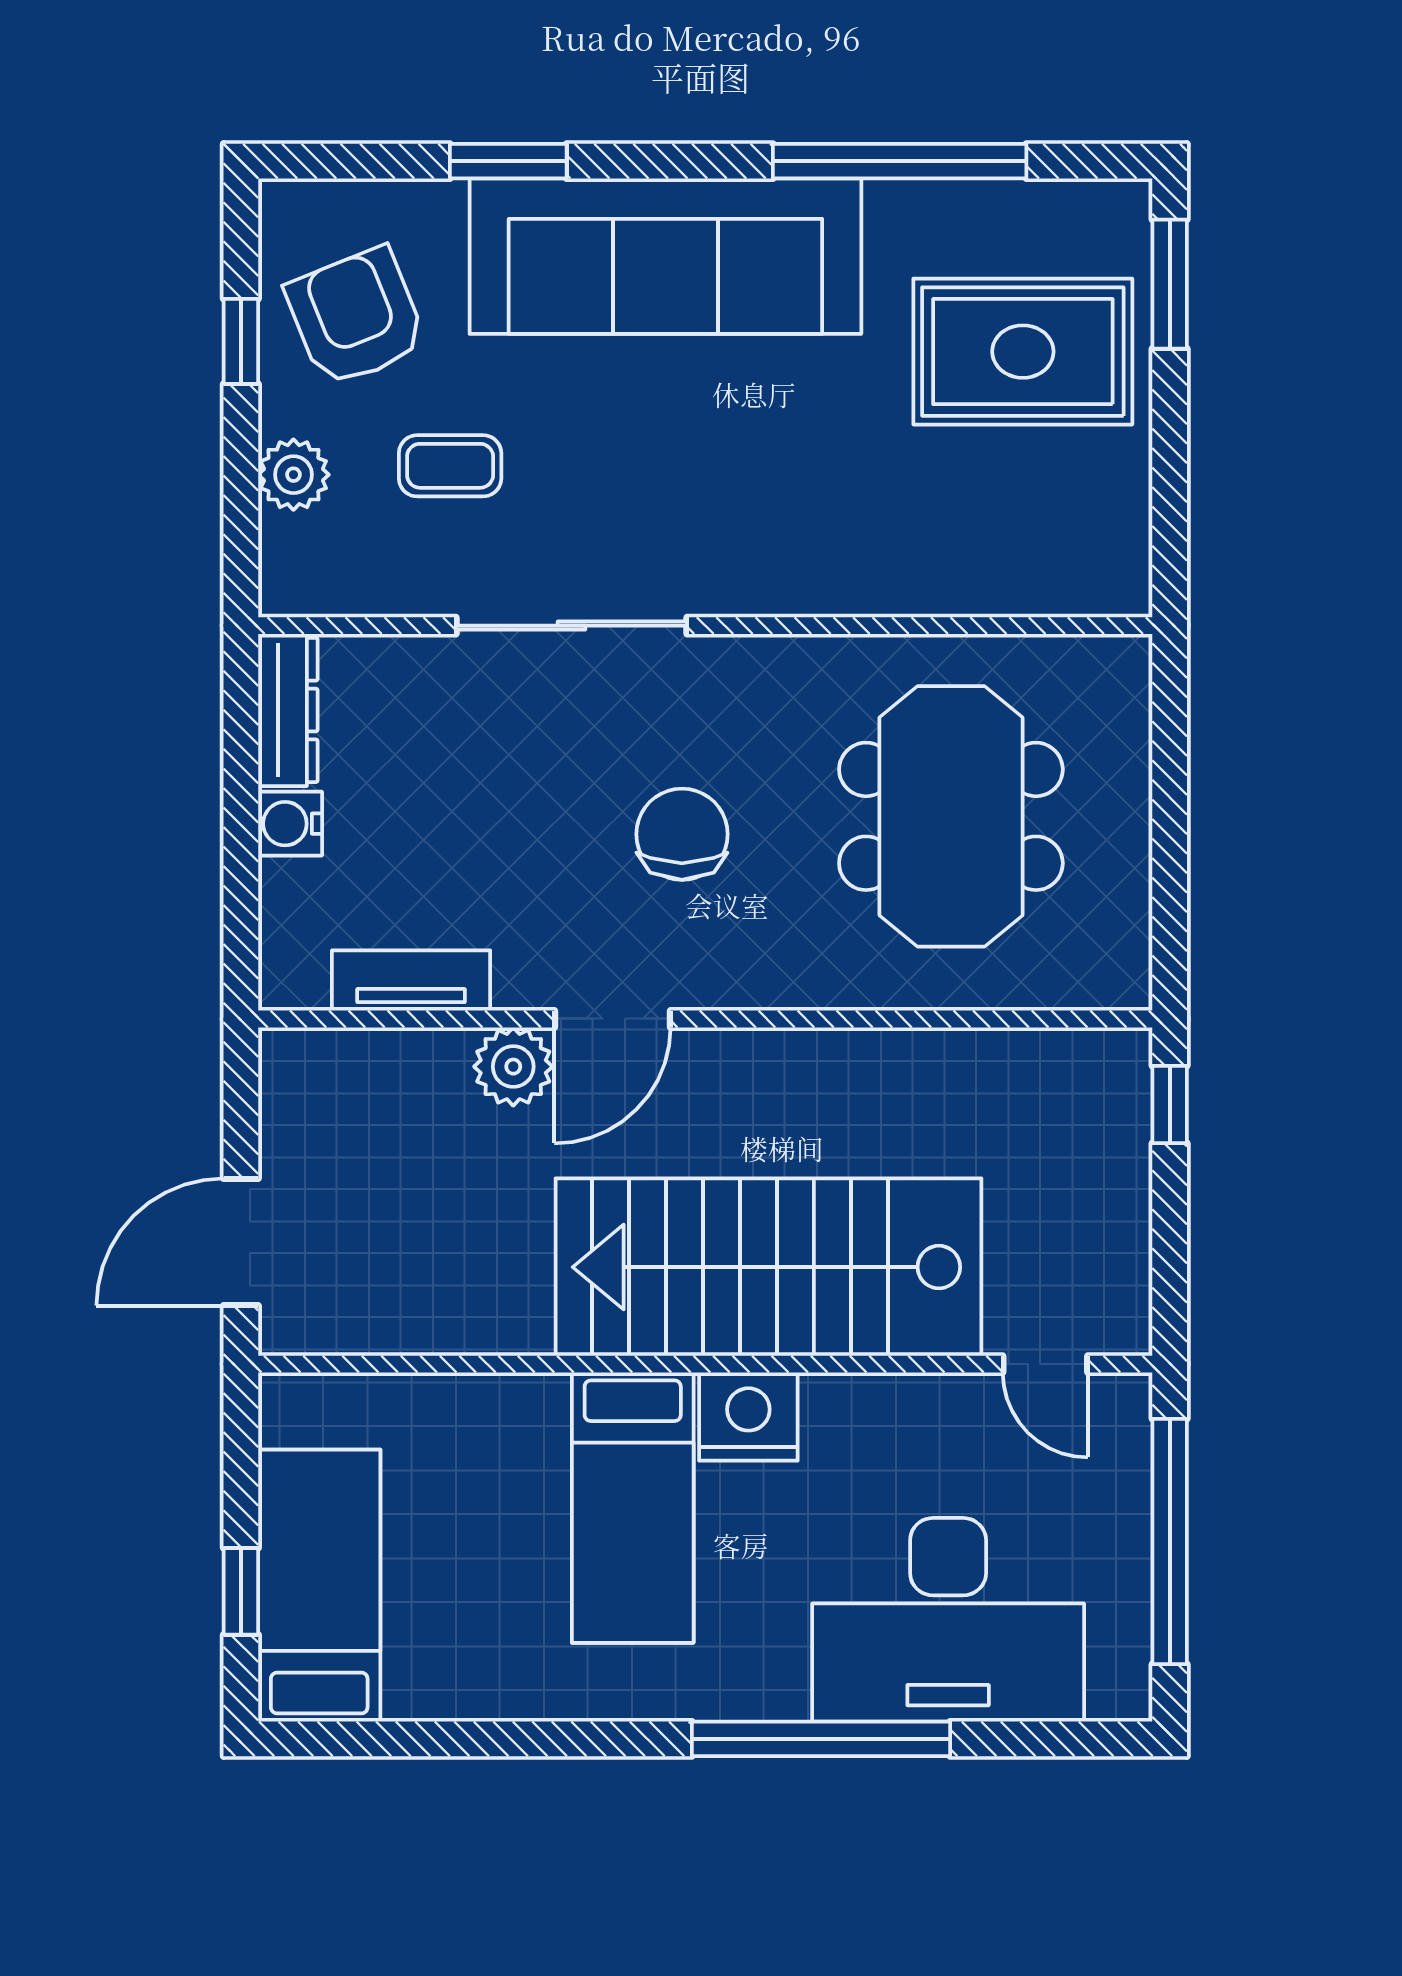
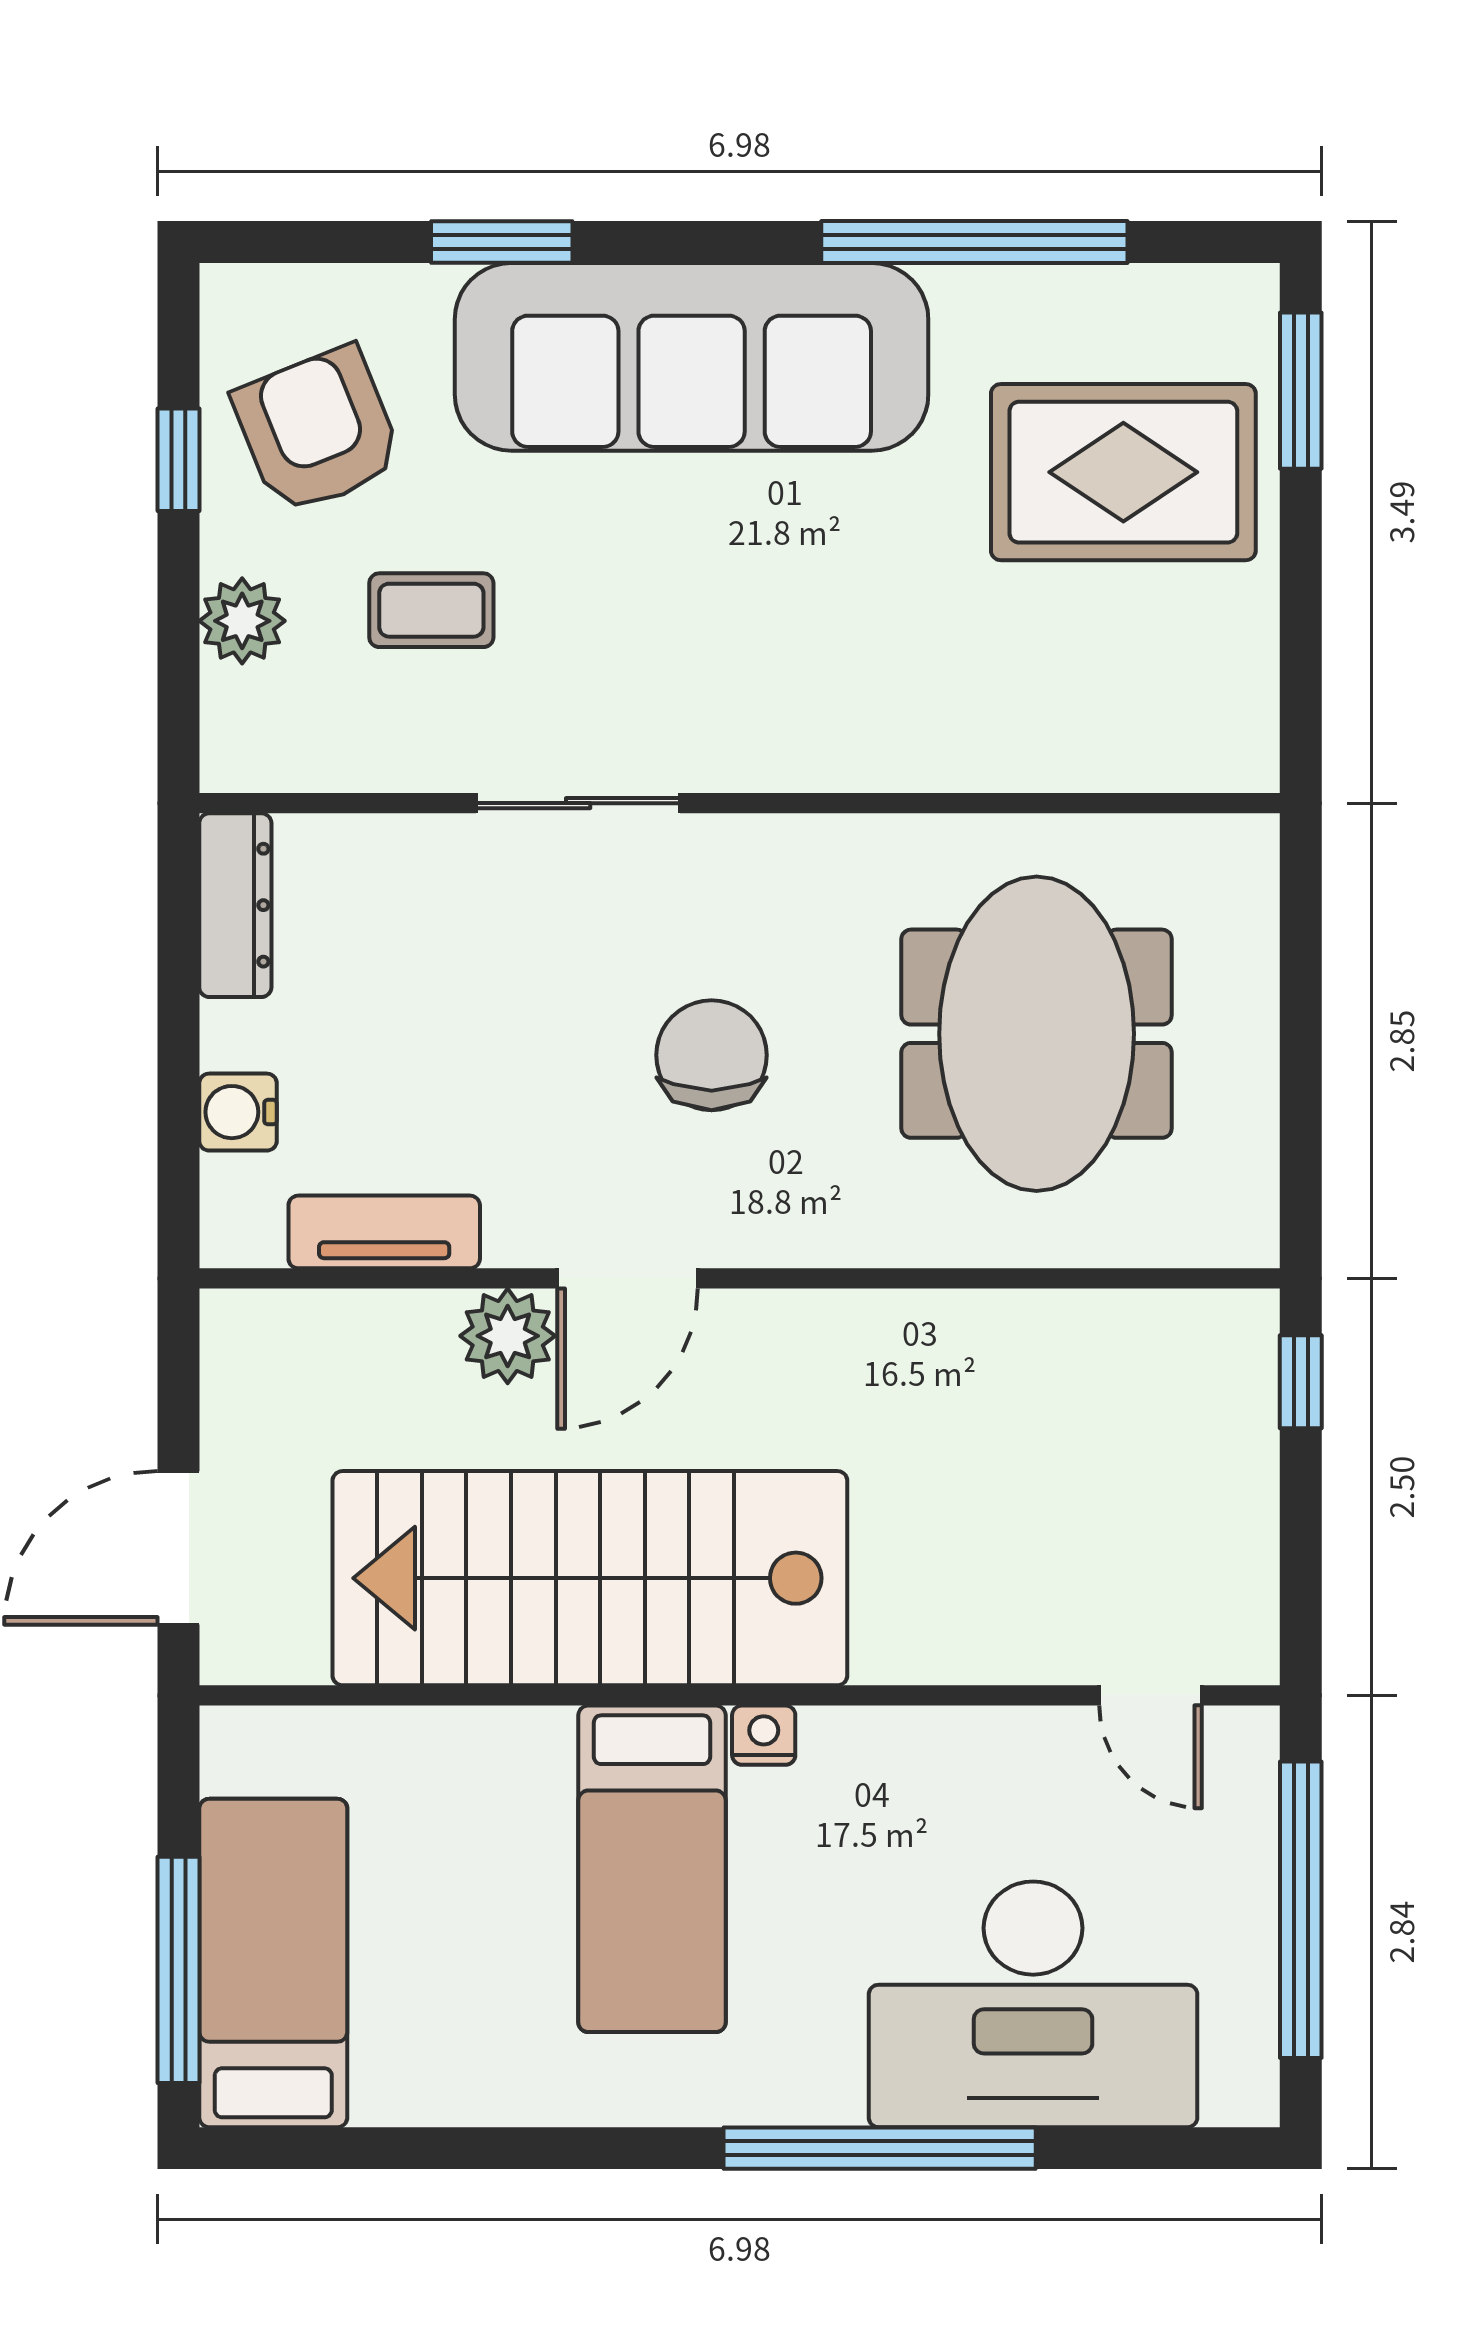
sliding door: (571, 626) -> (578, 803), width x0.73
water cooler: (290, 824) -> (238, 1112), moved
stairs: (769, 1267) -> (590, 1578), moved
nightstand: (748, 1417) -> (764, 1735), width x0.53, depth x0.56
window: (241, 1591) -> (179, 1970), width x2.17

